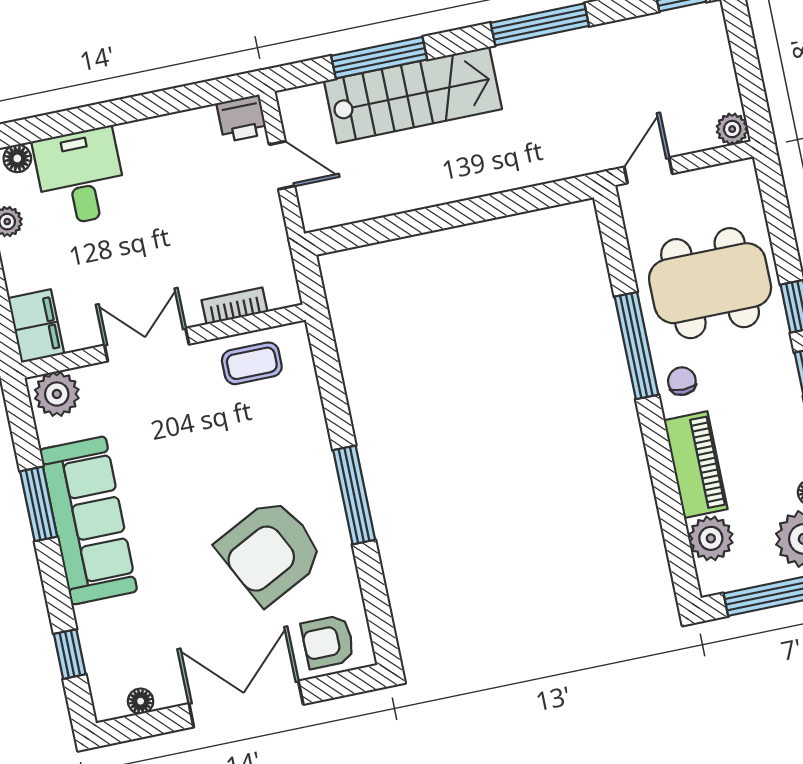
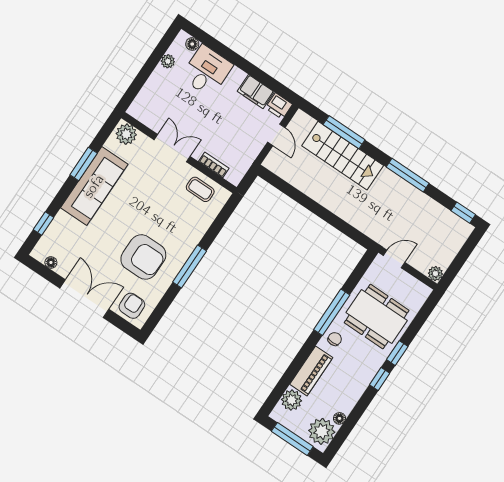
filing cabinet: (36, 326) -> (256, 92), moved, turned 90
armchair: (270, 551) -> (143, 257), turned -153
armchair: (328, 642) -> (132, 306), turned 90

